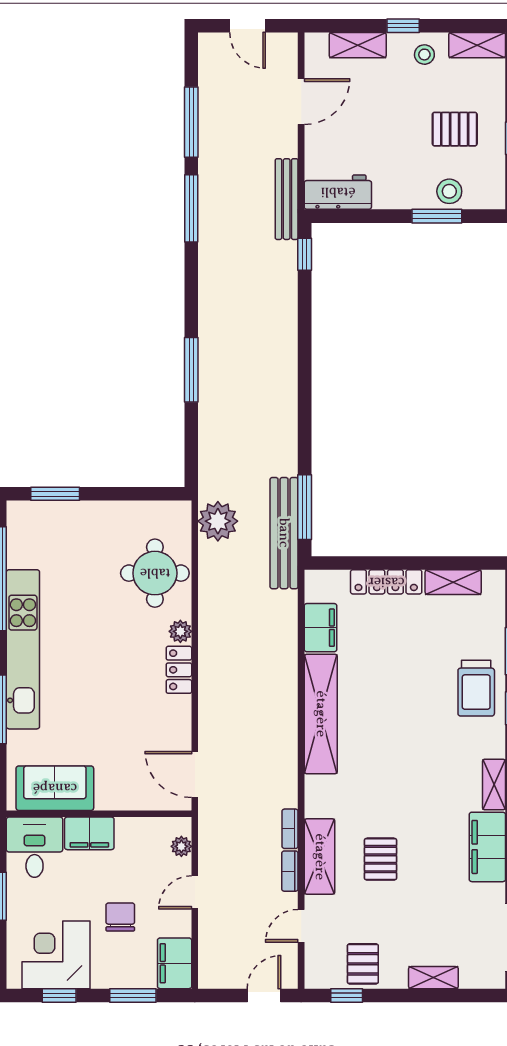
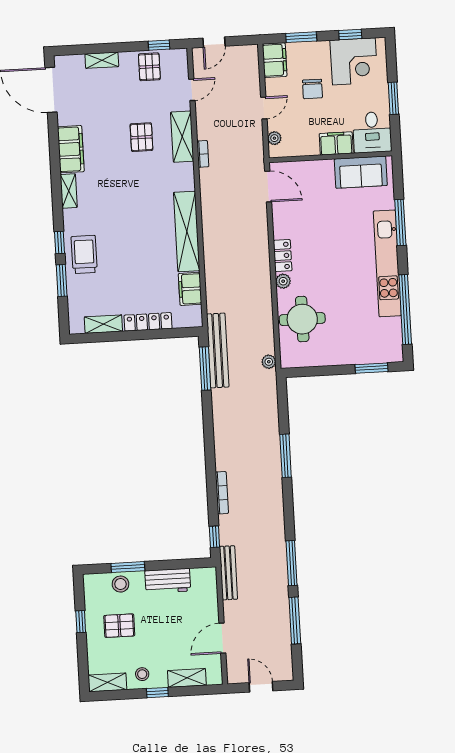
workbench: (338, 192) -> (168, 581), moved
plant: (218, 521) -> (269, 362), width x0.53, depth x0.53
bookcase: (290, 871) -> (222, 493), moved, width x1.56

